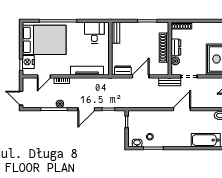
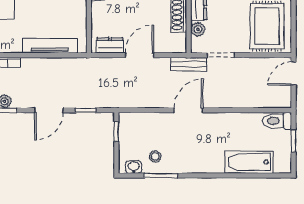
door: (182, 109) -> (188, 110), moved

